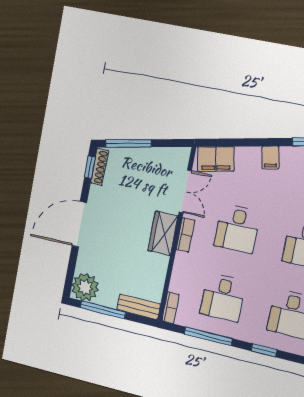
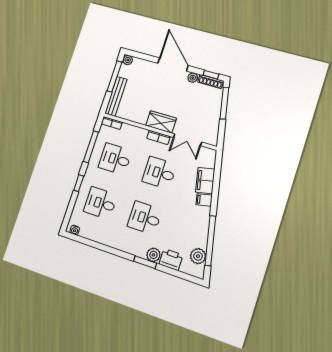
filing cabinet: (216, 159) -> (205, 181), moved
plant: (96, 193) -> (193, 78), added
plant: (85, 287) -> (128, 60), width x0.53, depth x0.53
bench: (139, 307) -> (116, 96), width x1.36

